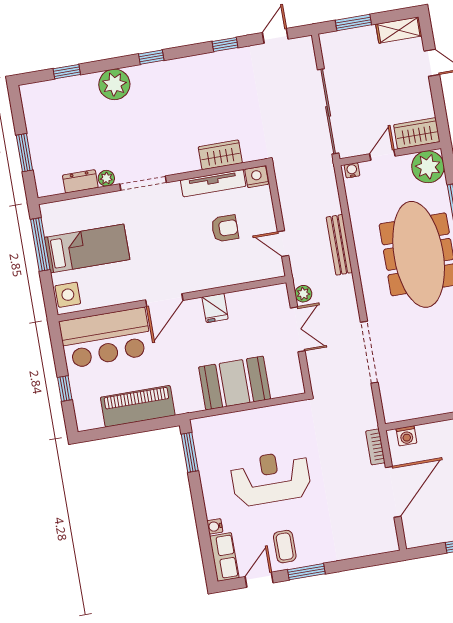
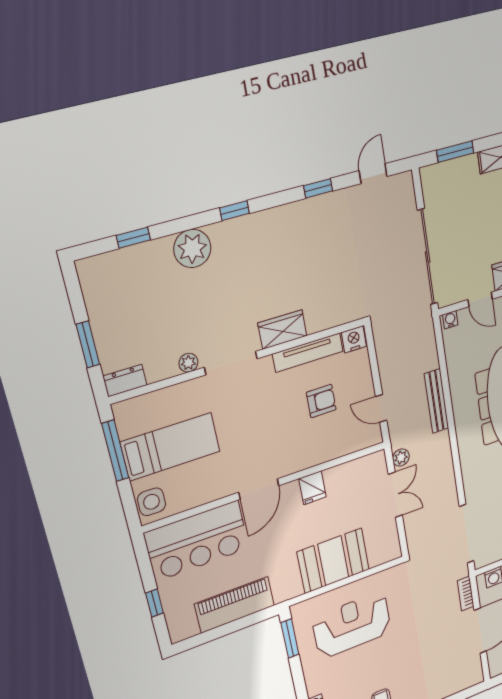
wardrobe: (220, 155) -> (282, 329), moved
door: (382, 155) -> (480, 299), swing flipped
dresser: (80, 181) -> (125, 381), moved
doorway: (369, 352) -> (467, 534), moved
reception desk: (271, 478) -> (352, 625), moved

